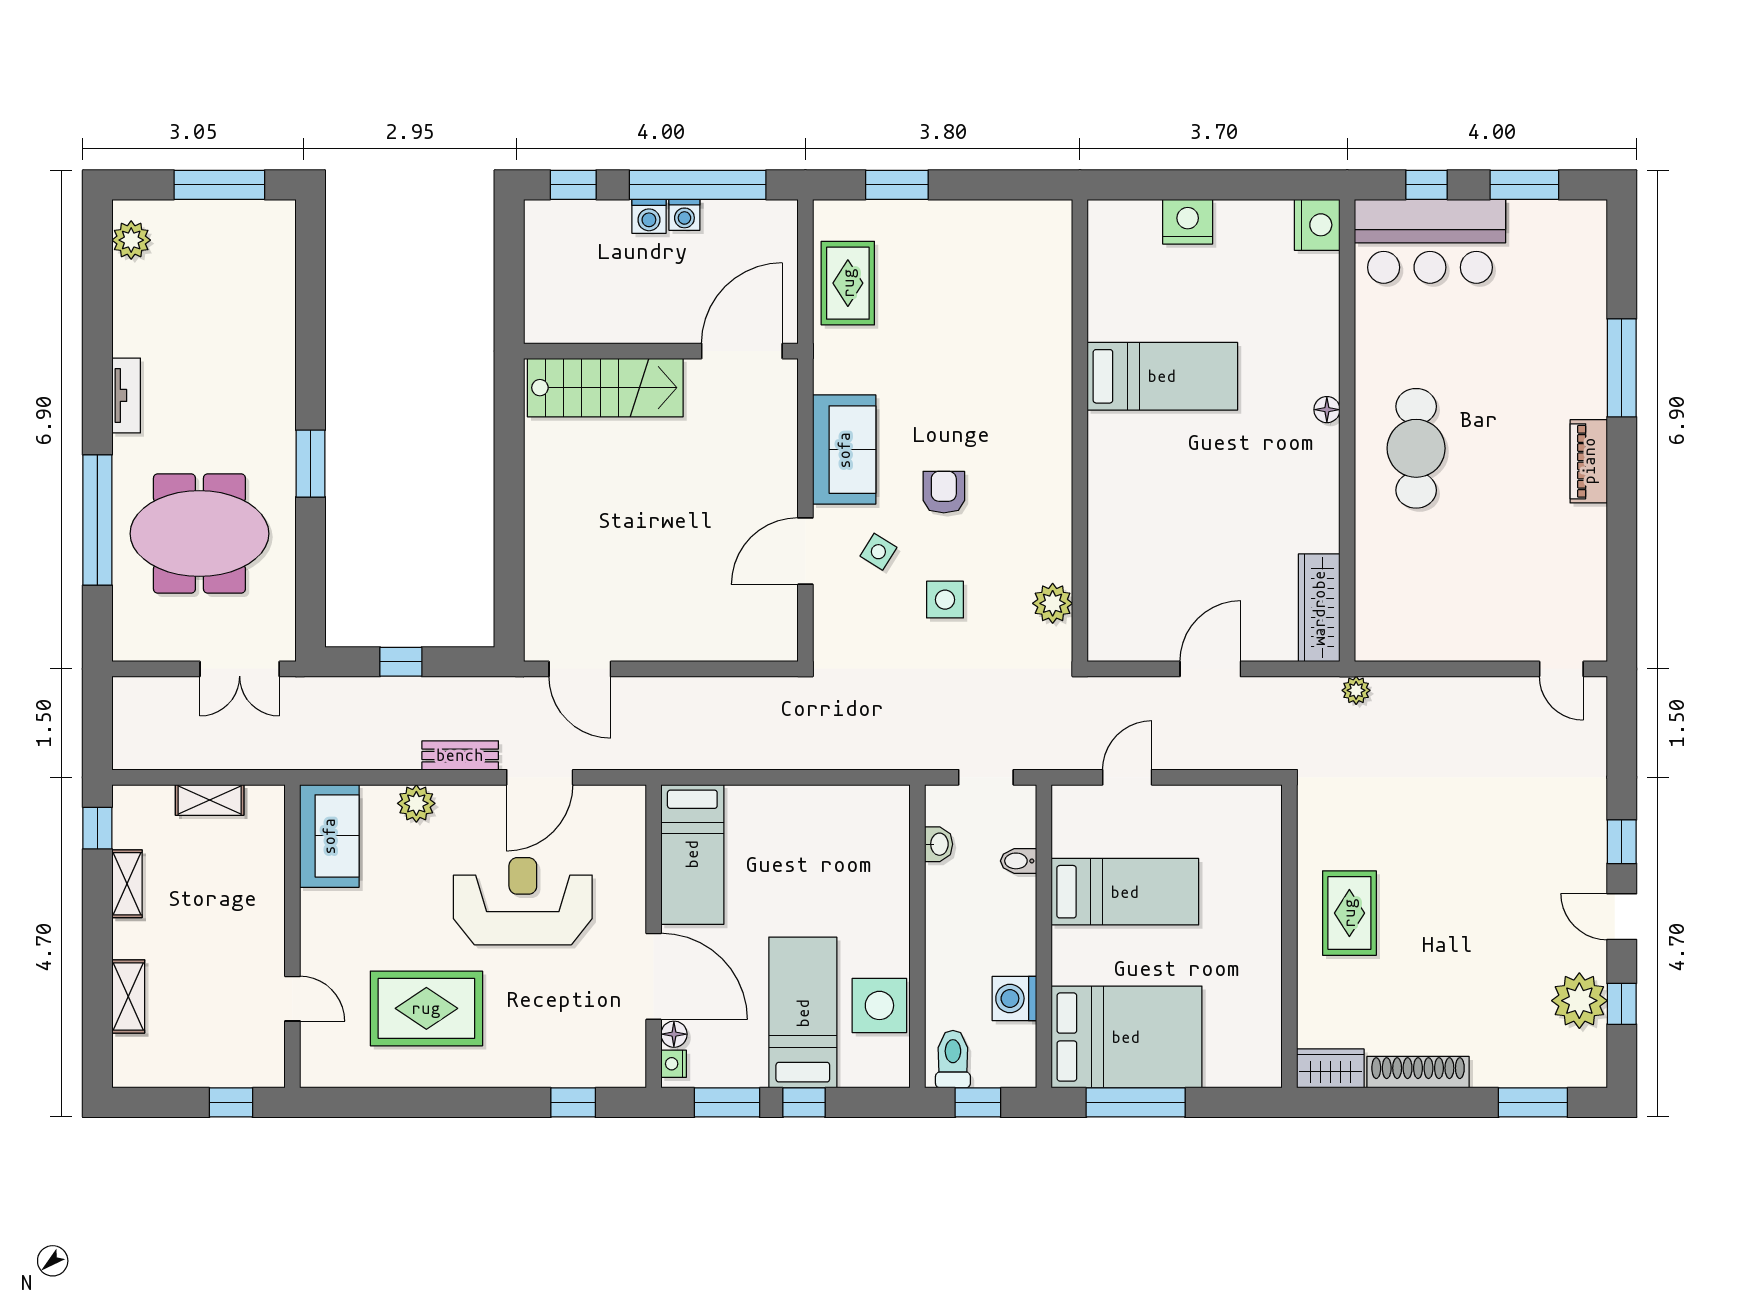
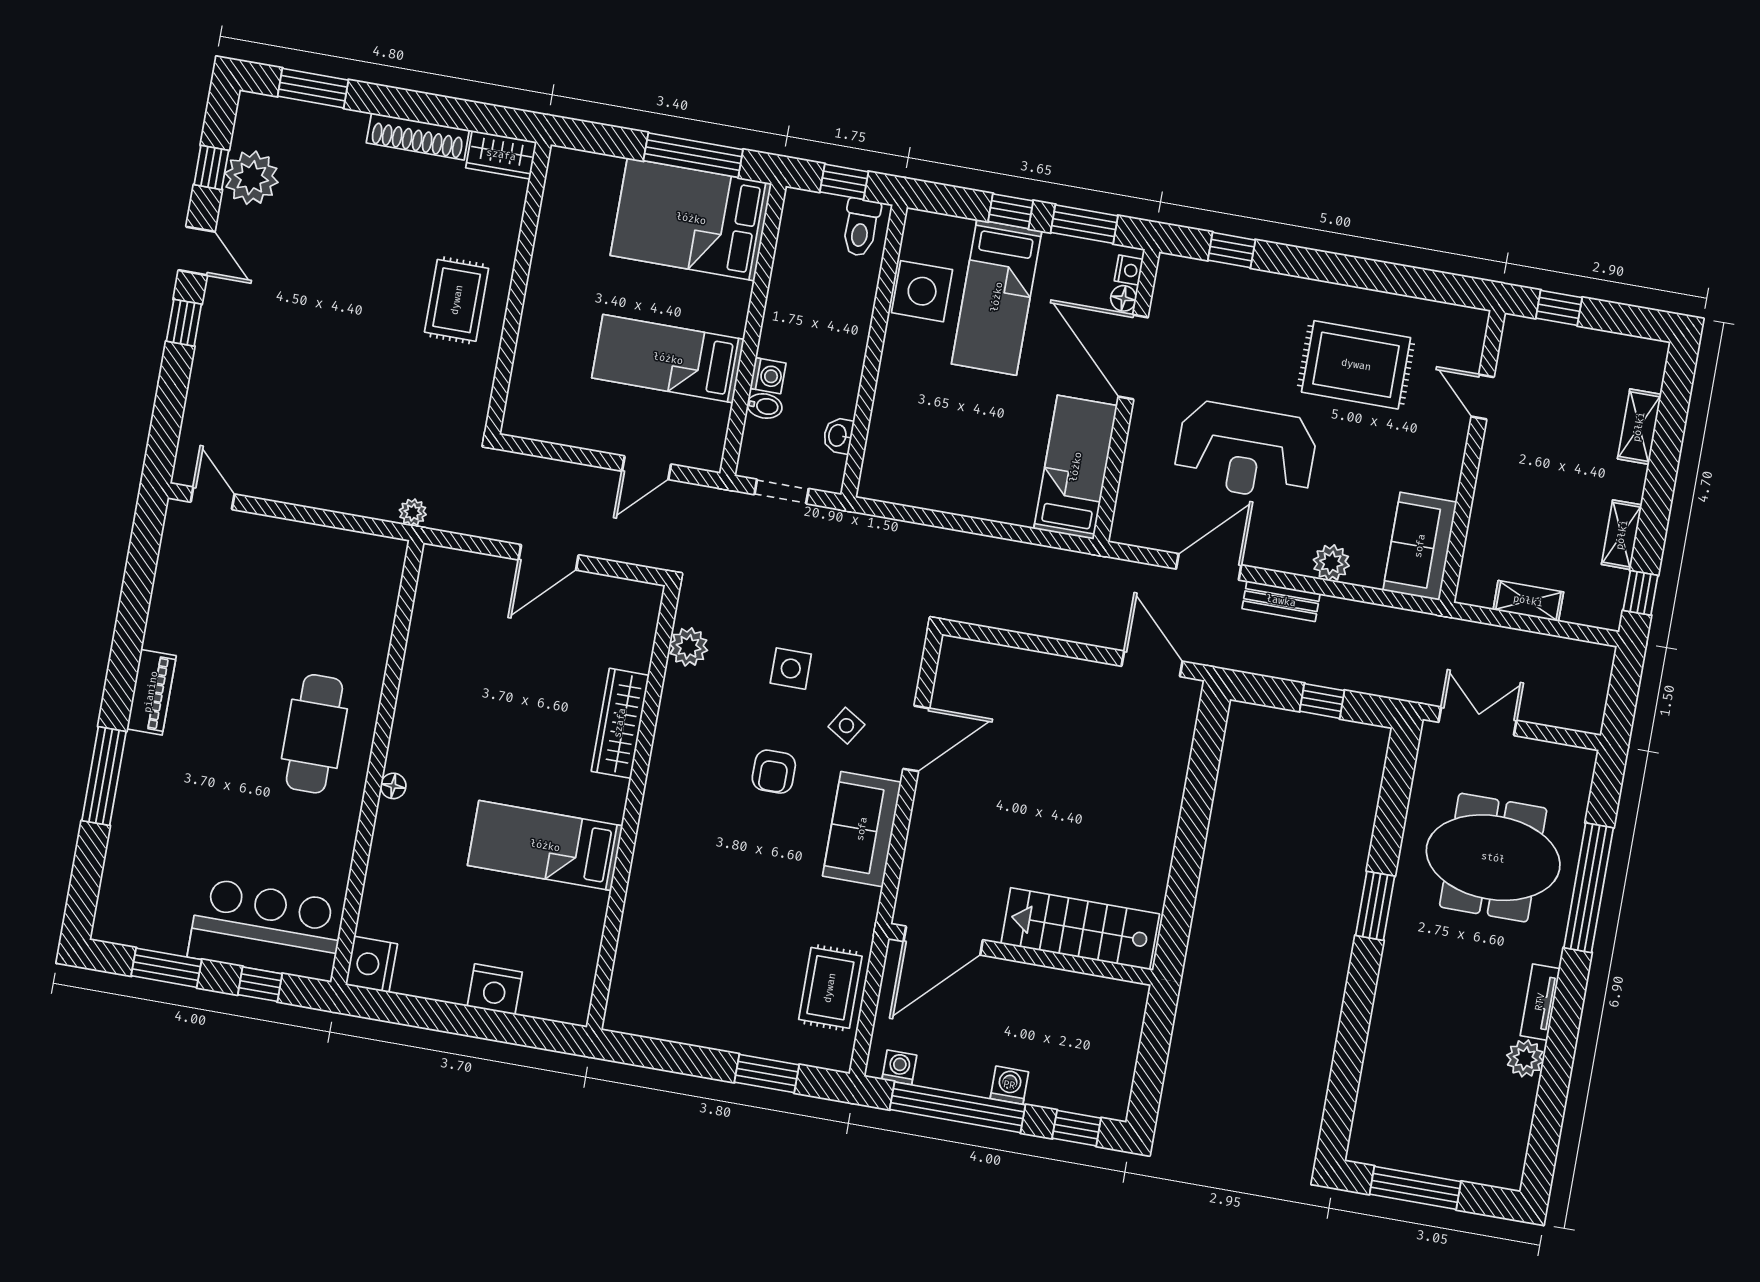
washing machine: (684, 215) -> (899, 1067), moved
plant: (131, 240) -> (1525, 1058), moved
wardrobe: (1319, 608) -> (620, 723), moved, turned 180
washing machine: (1014, 998) -> (768, 376), moved, width x0.73, depth x0.73

